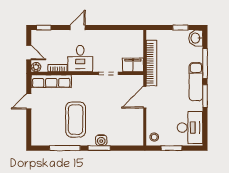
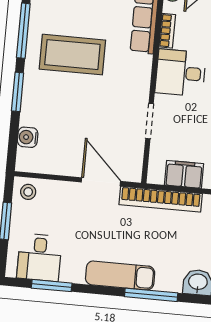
filing cabinet: (133, 65) -> (184, 174), moved, turned -90
window: (205, 96) -> (52, 286), moved
desk: (190, 128) -> (39, 257), width x0.73
water cooler: (101, 140) -> (28, 137), moved

